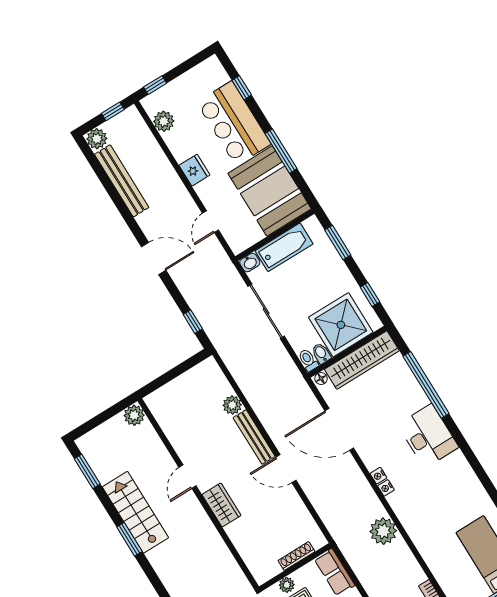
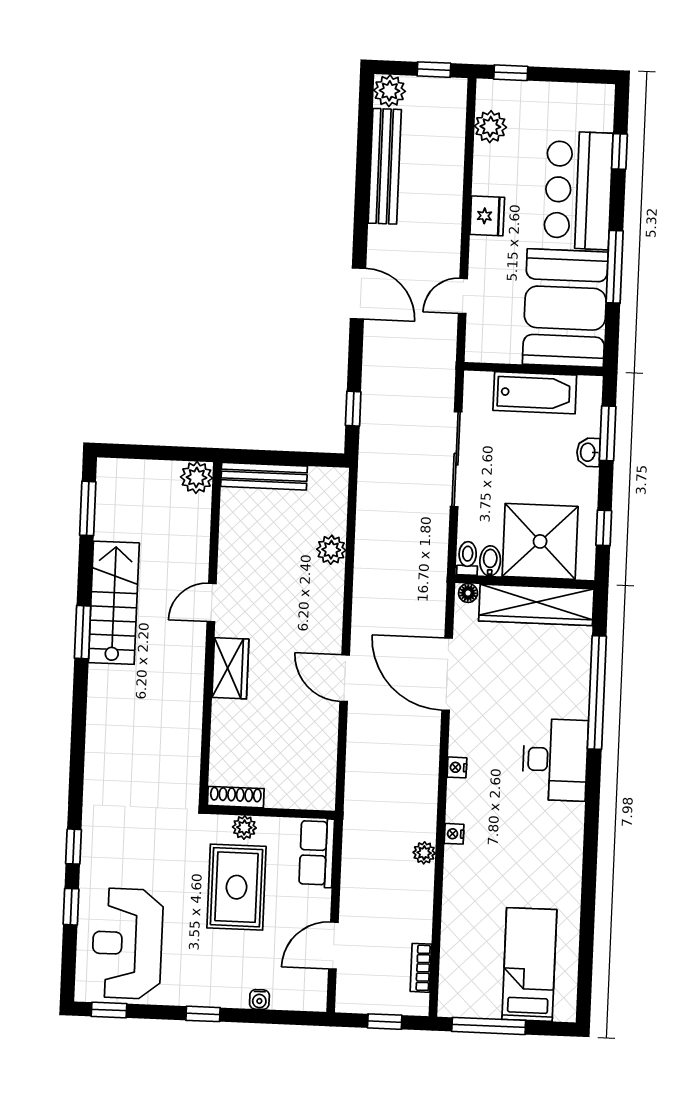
washbasin: (250, 262) -> (588, 452), moved, turned 90
bench: (254, 437) -> (264, 476), moved, turned 90
nightstand: (386, 488) -> (454, 834), moved
plant: (383, 531) -> (424, 853), width x0.53, depth x0.53
shoe rack: (296, 556) -> (236, 797), moved

